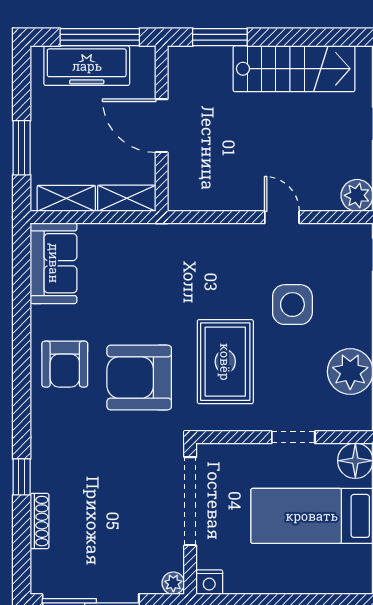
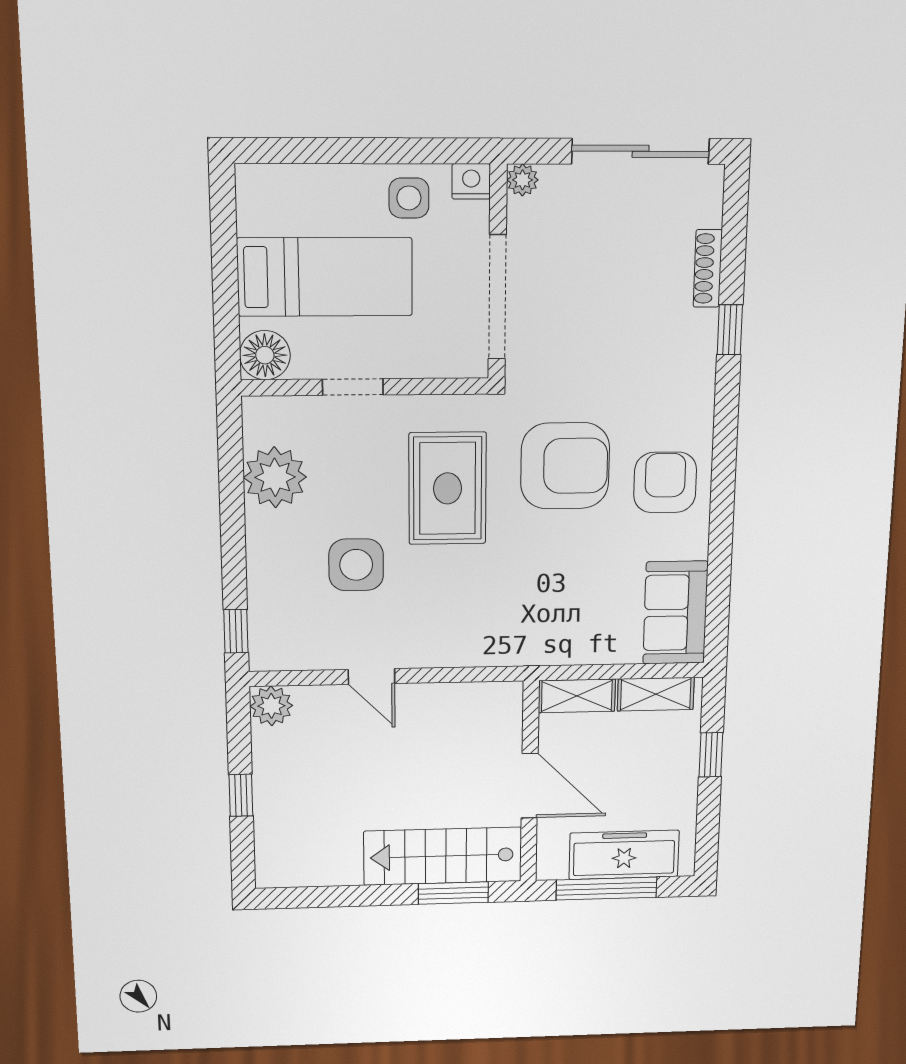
stairs: (294, 69) -> (443, 856), moved
window: (22, 148) -> (711, 755), width x0.67
side table: (253, 571) -> (409, 198), added

